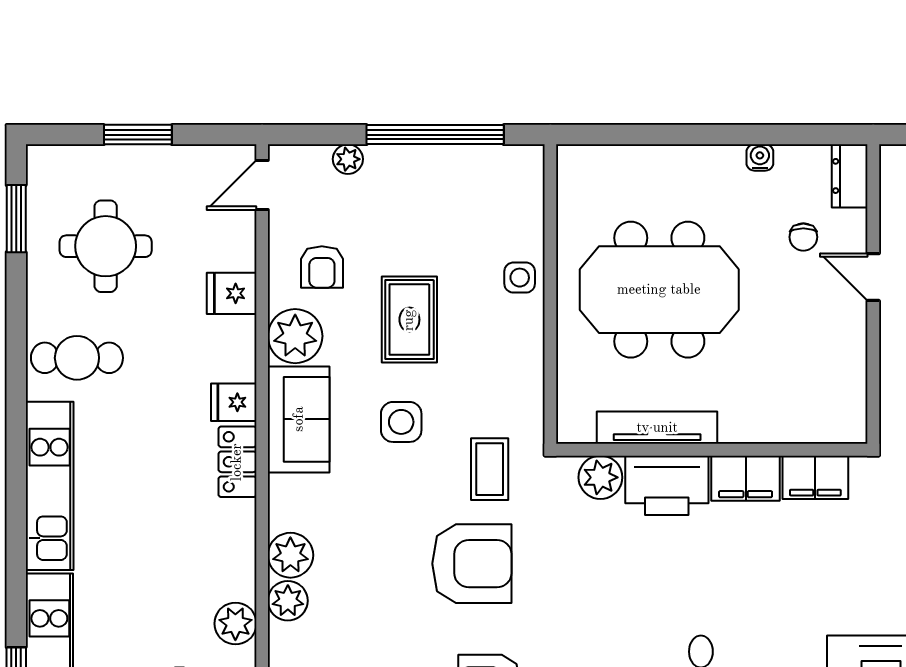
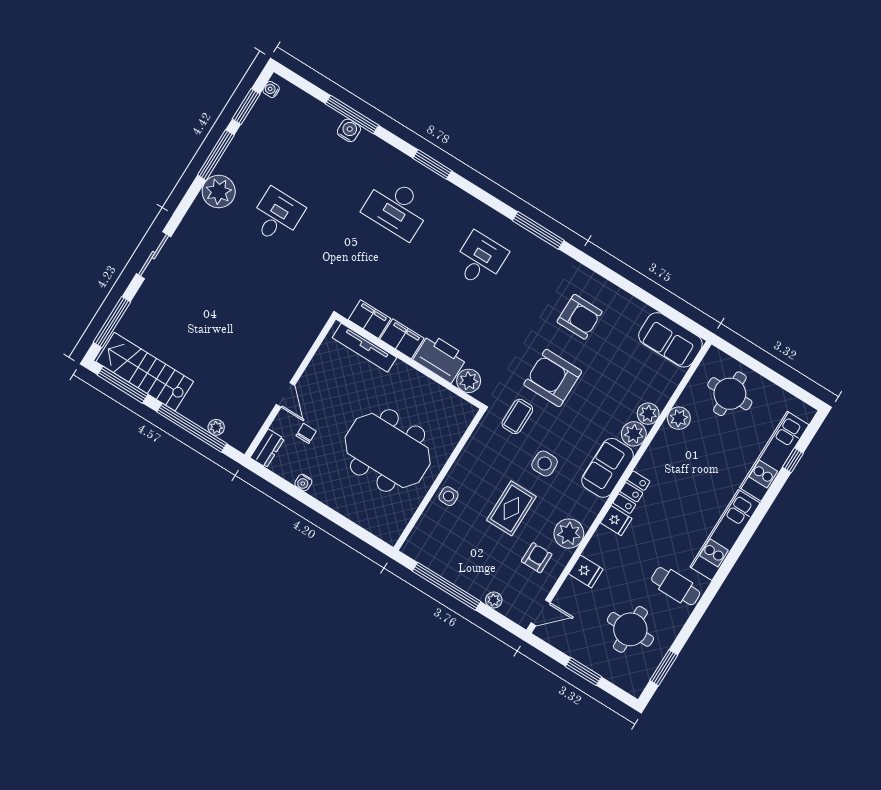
sofa: (299, 419) -> (608, 468), moved
tv unit: (657, 428) -> (364, 348), moved

